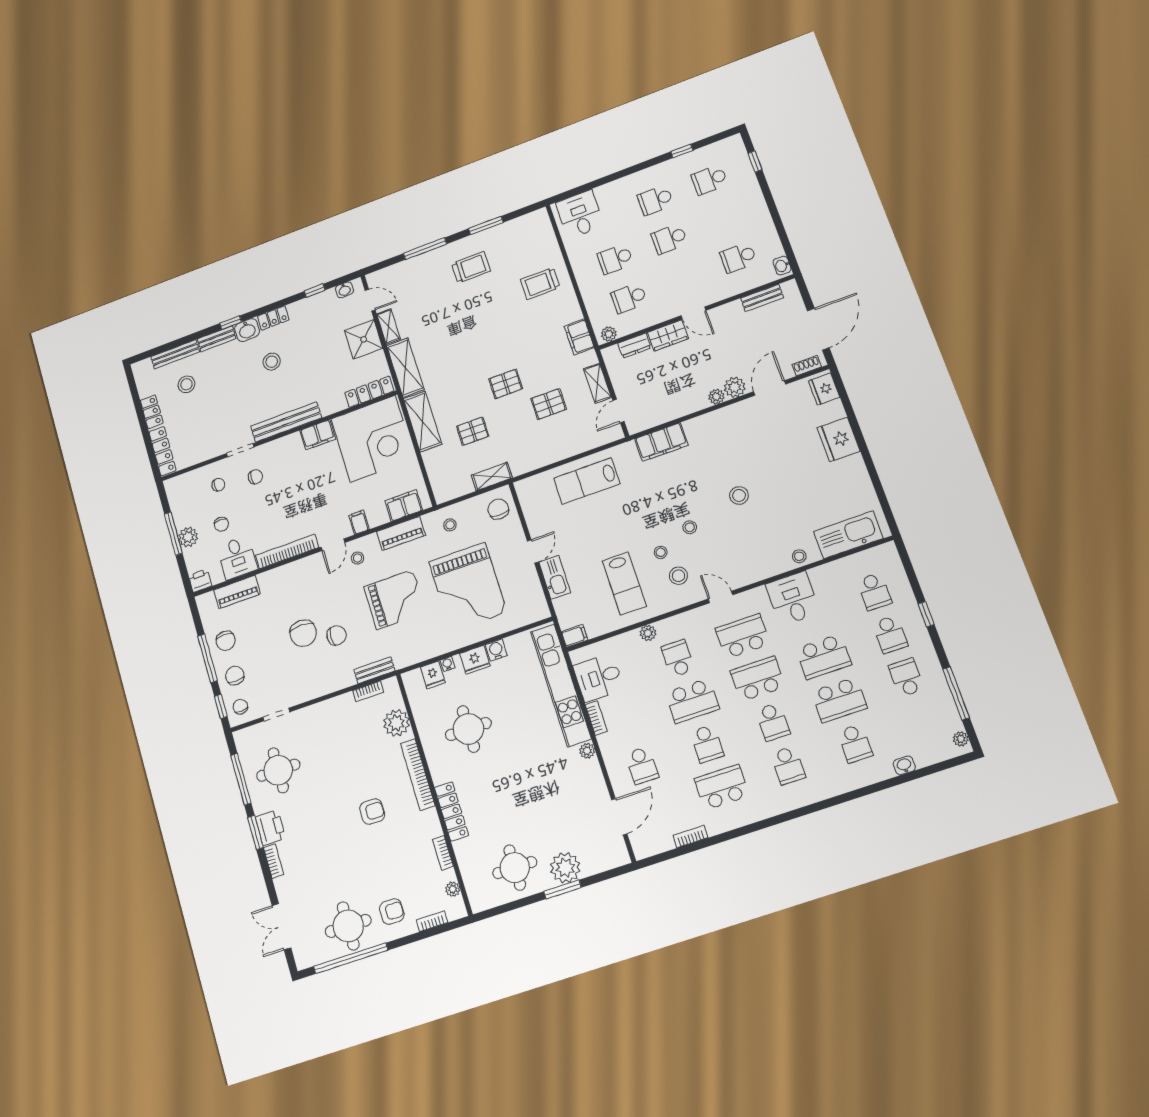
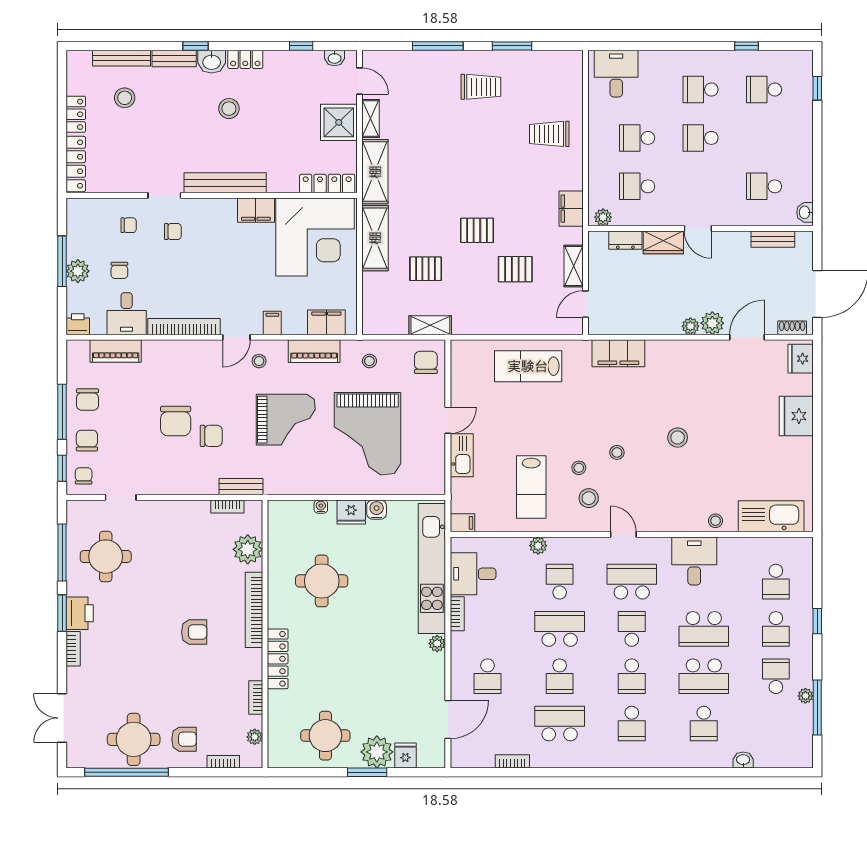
fridge: (433, 675) -> (405, 756), moved, turned 180
school desk: (758, 679) -> (632, 629), width x0.54
school desk: (692, 701) -> (560, 629), turned 180
plant: (961, 739) -> (805, 696), moved

